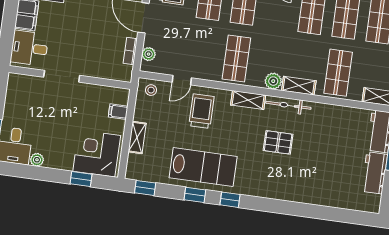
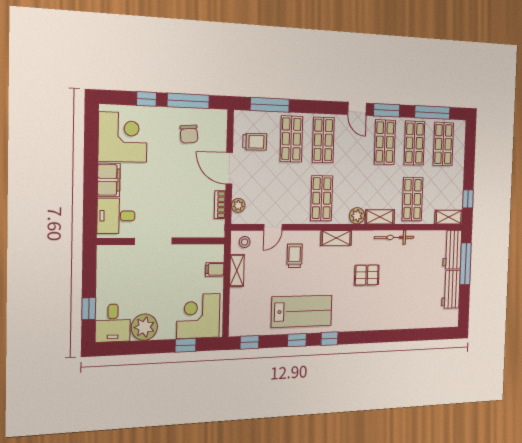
bicycle: (288, 105) -> (394, 237), moved
trolley: (201, 111) -> (295, 256), width x0.73, depth x0.72
shelving: (137, 138) -> (237, 271), moved
plant: (37, 160) -> (144, 327), width x1.88, depth x1.88

